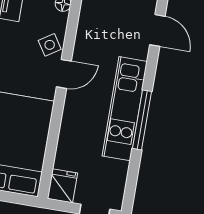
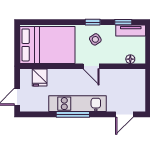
side table: (50, 45) -> (95, 39), moved
fridge: (62, 186) -> (40, 78), moved, turned 90

